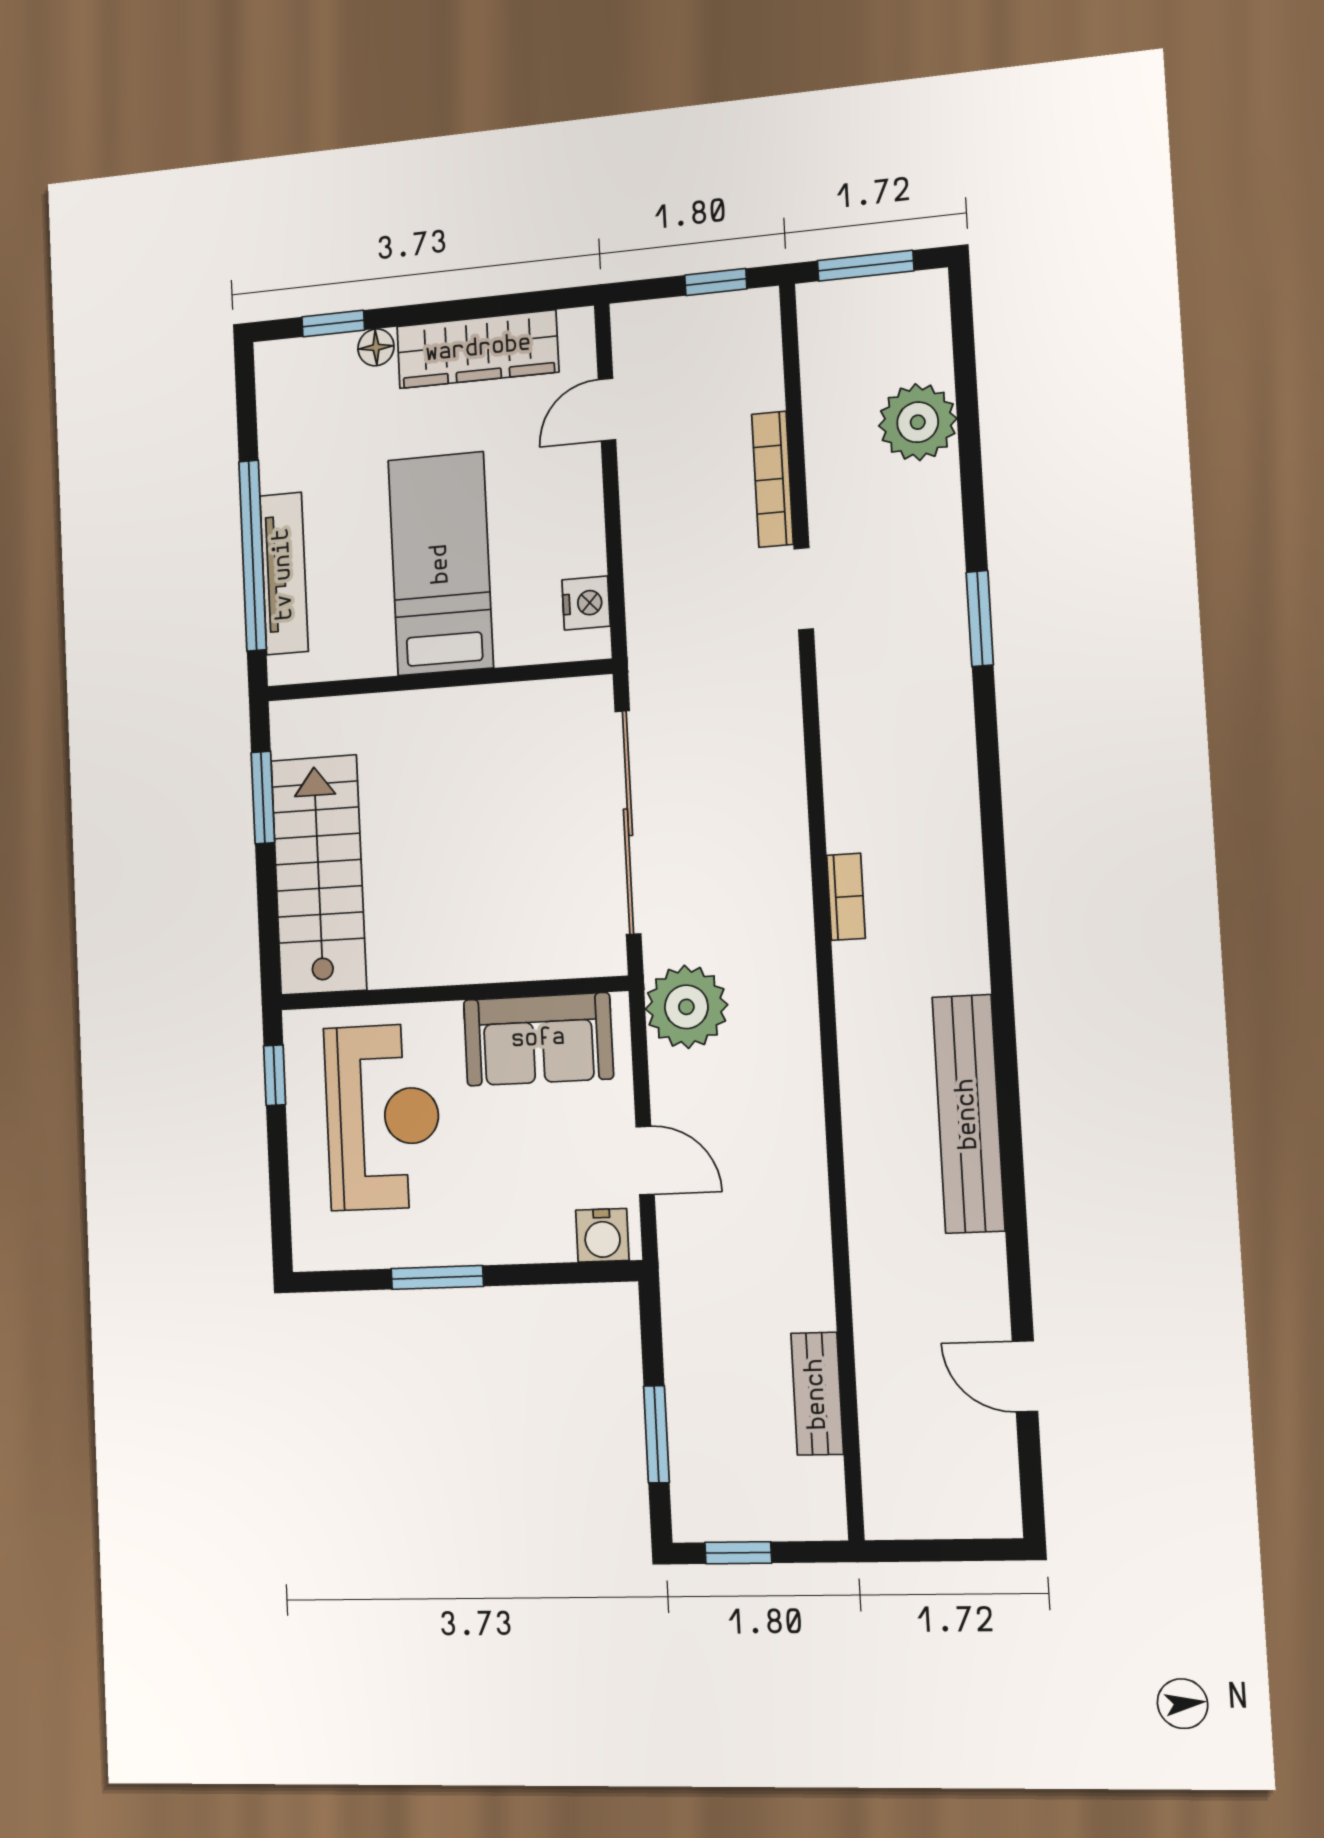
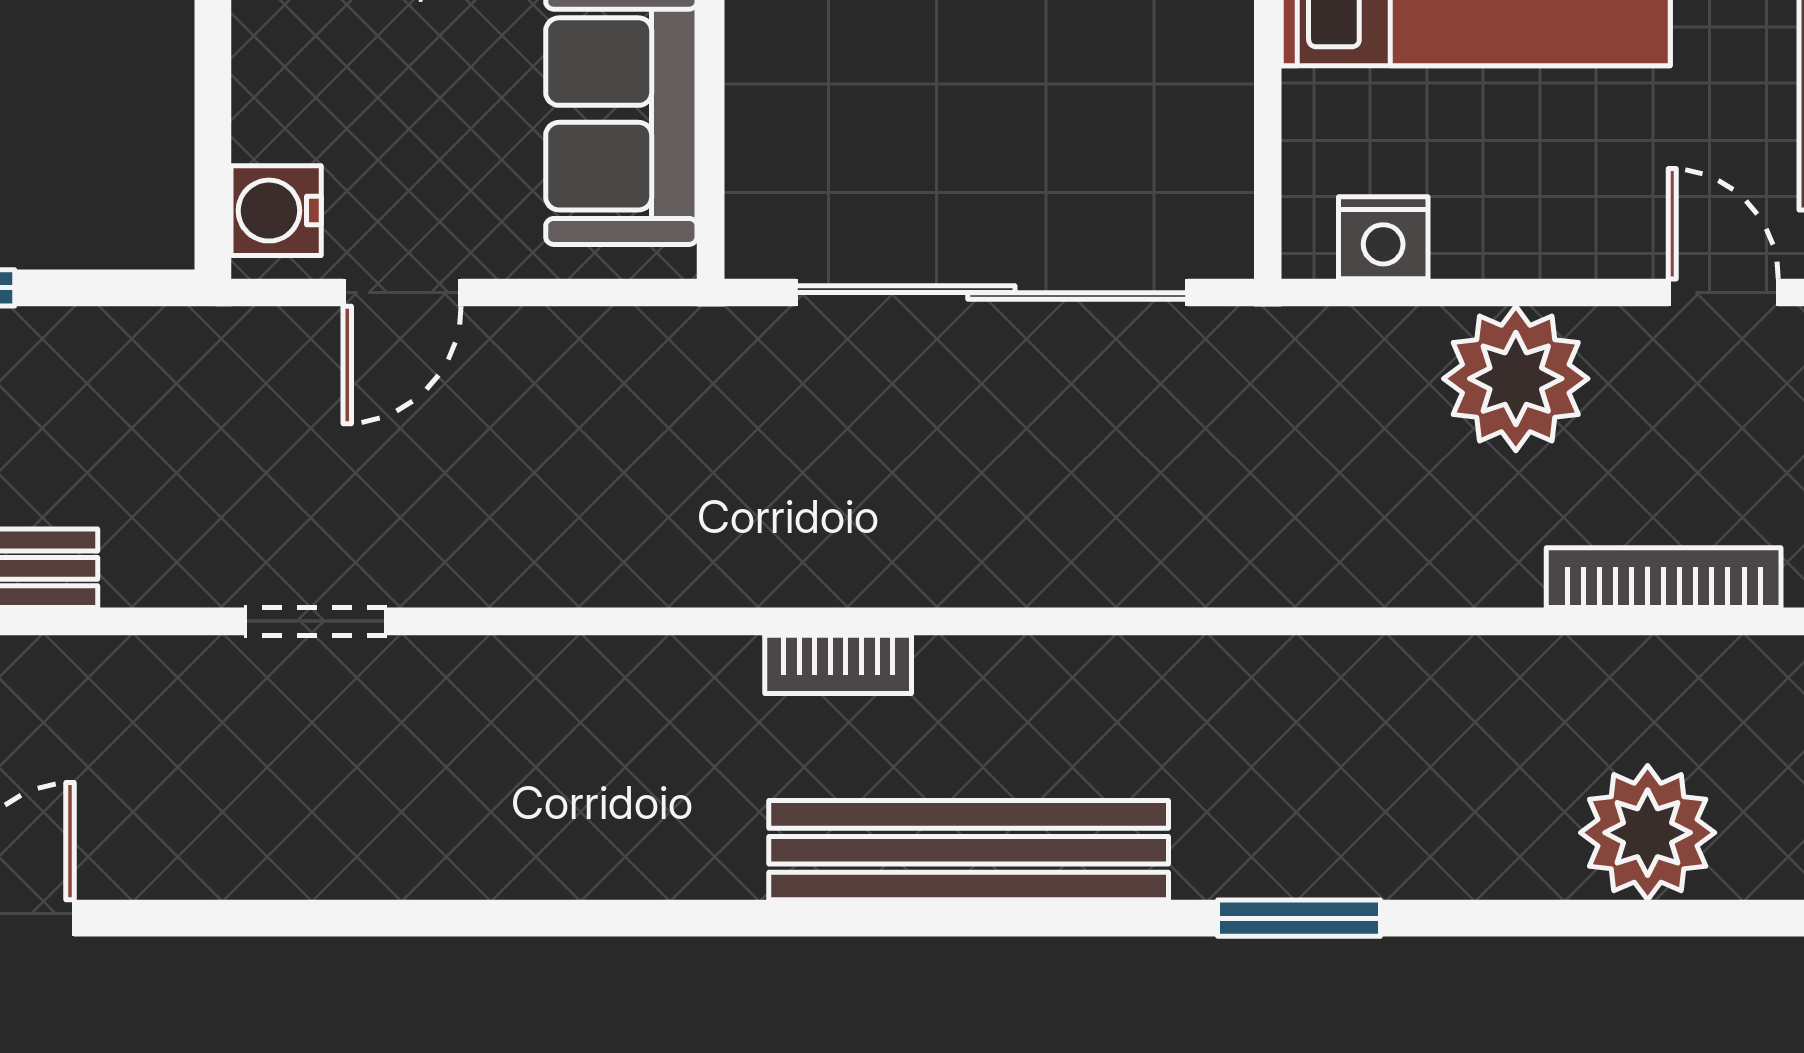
bookcase: (773, 479) -> (1664, 578), moved
doorway: (804, 589) -> (315, 621), moved
plant: (686, 1007) -> (1516, 379), moved
bench: (968, 1114) -> (969, 850), moved

